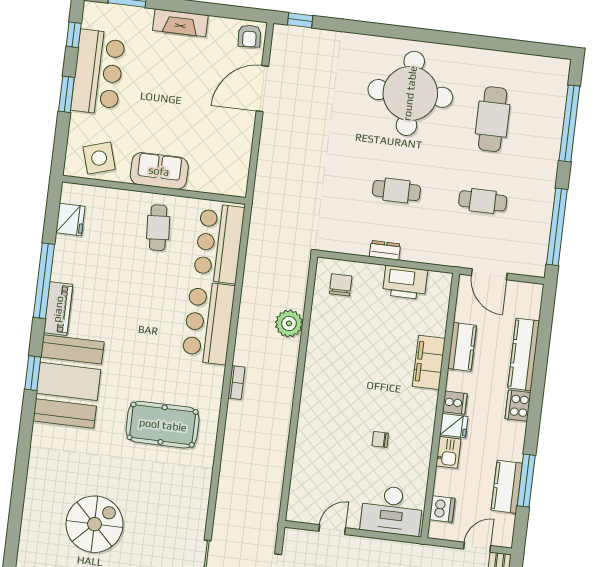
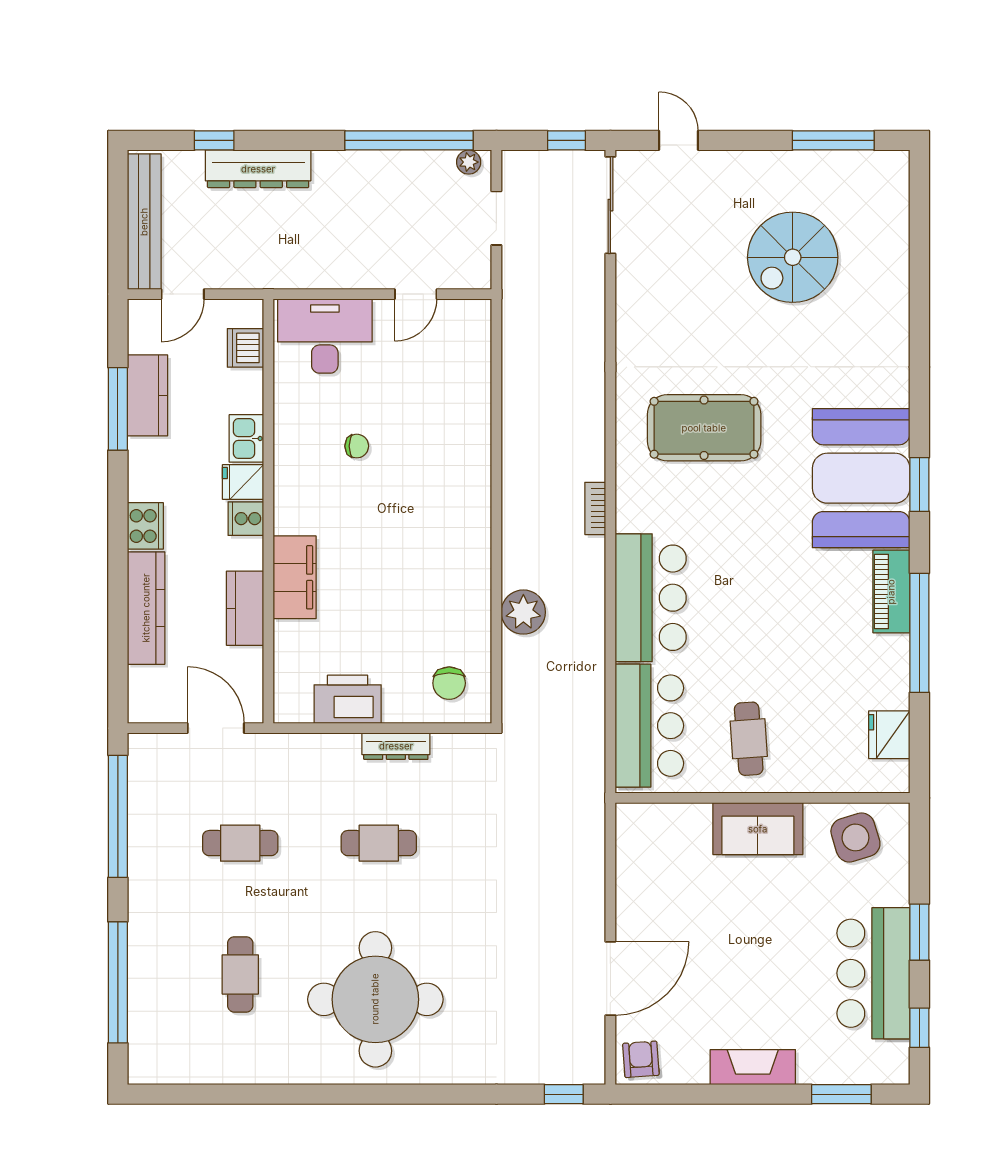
cafe table: (493, 119) -> (240, 974), width x0.73, depth x0.74
dresser: (385, 250) -> (396, 746), width x1.44

